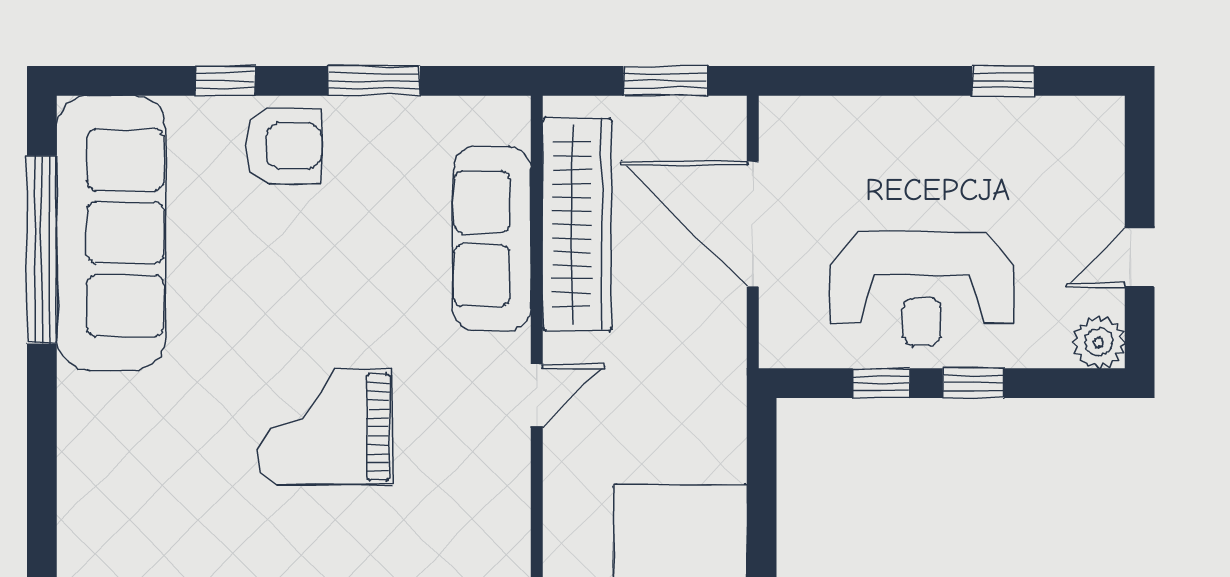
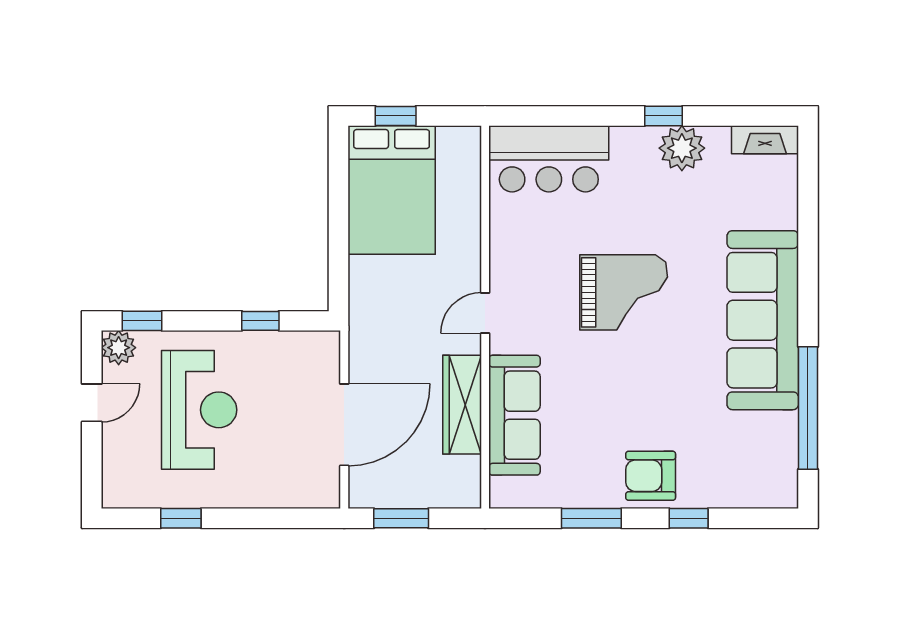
wardrobe: (577, 224) -> (462, 405), width x0.71, depth x0.85
door: (753, 224) -> (344, 425), hinge flipped
sofa: (111, 233) -> (763, 320), moved
reception desk: (922, 288) -> (199, 410), moved, turned 90
window: (973, 383) -> (142, 321), moved

